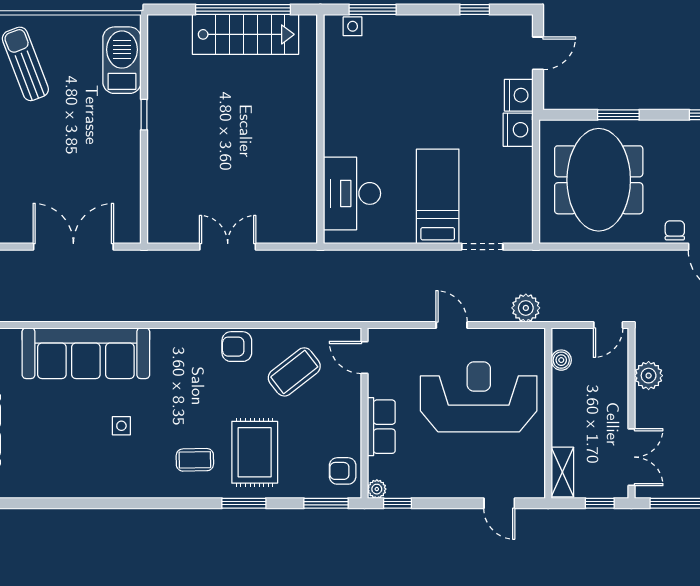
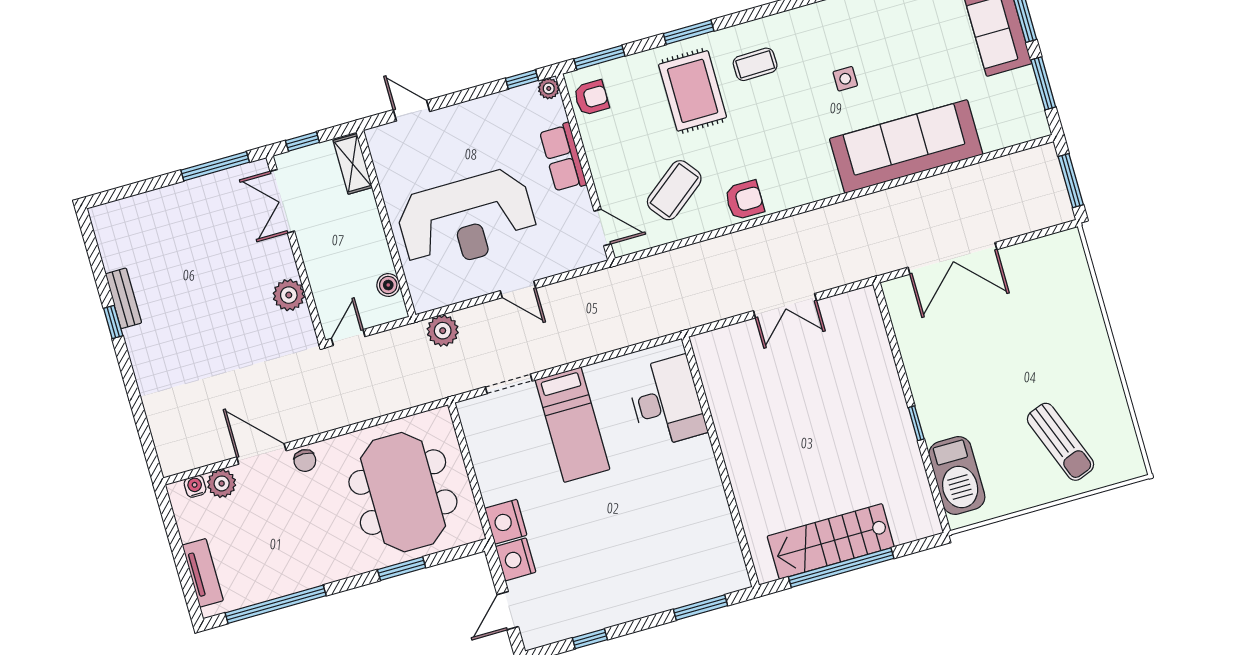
side table: (353, 26) -> (717, 583), removed

